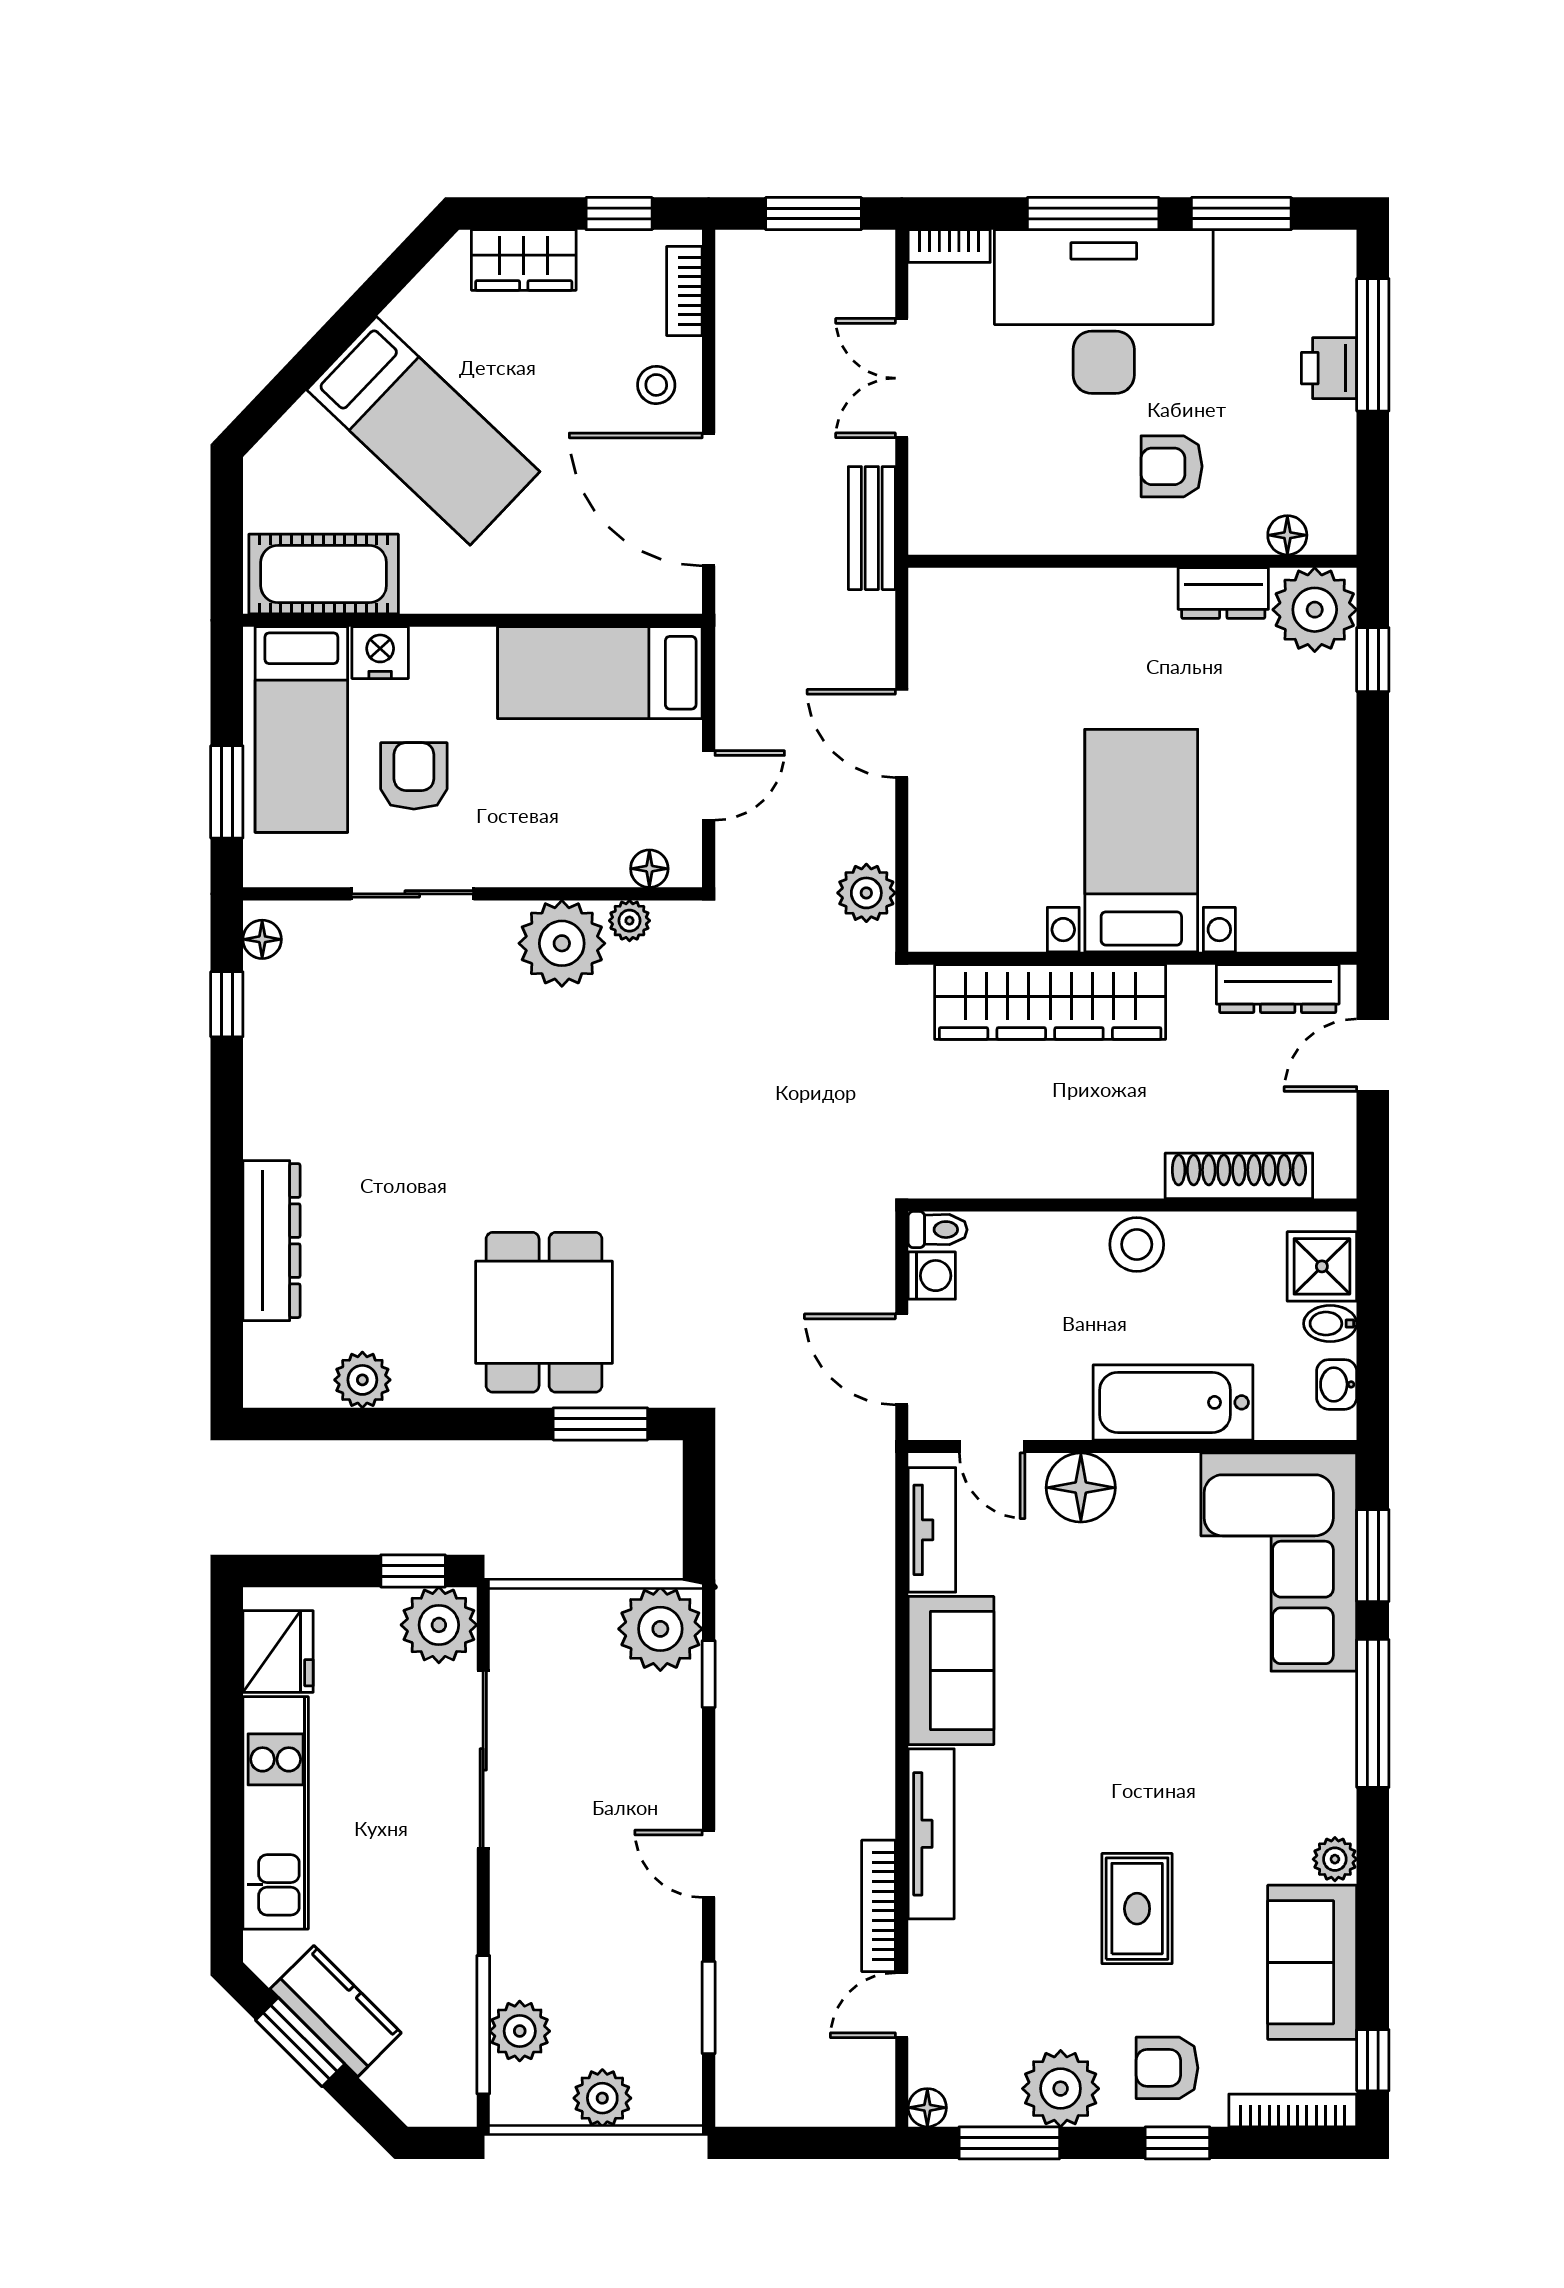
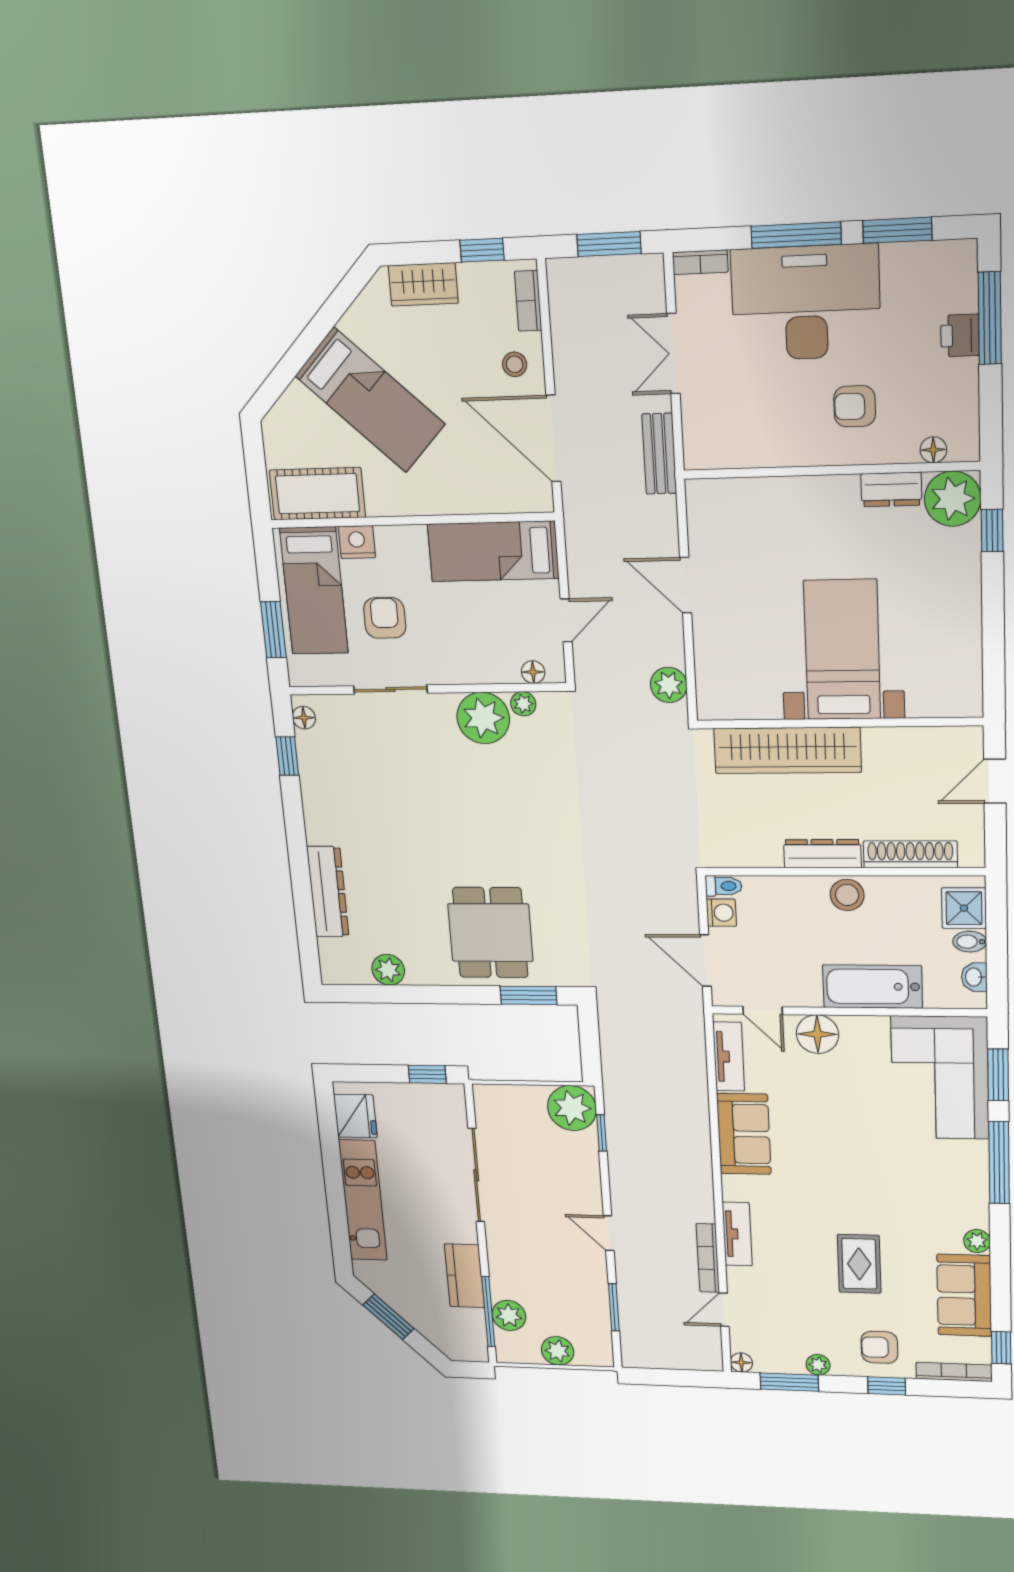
dresser: (1278, 989) -> (822, 854), moved, turned 180
plant: (439, 1625) -> (445, 1104), removed
tv unit: (931, 1834) -> (737, 1234), width x0.71
kitchen counter: (336, 2011) -> (464, 1276), moved, turned -135
plant: (1061, 2089) -> (818, 1365), width x0.53, depth x0.53

